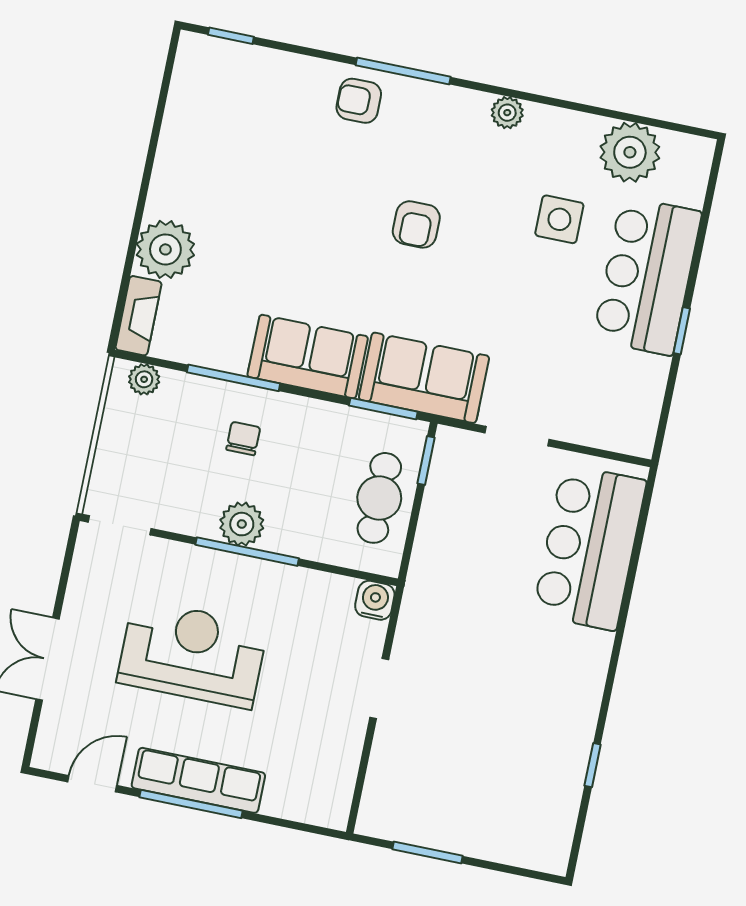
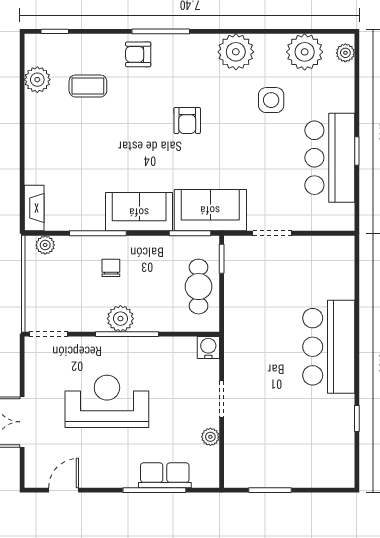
plant: (507, 113) -> (236, 52), width x1.88, depth x1.88
coffee table: (267, 135) -> (88, 86), added
plant: (696, 167) -> (345, 53), added
plant: (165, 249) -> (37, 80), moved, width x0.73, depth x0.73
bar counter: (647, 276) -> (330, 158), moved
bar counter: (590, 547) -> (329, 347), moved
plant: (348, 746) -> (210, 437), added
row of seats: (198, 780) -> (165, 475), moved, width x0.68
window: (191, 804) -> (154, 490), moved

